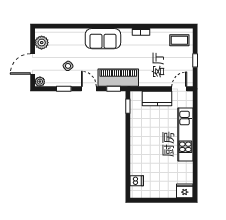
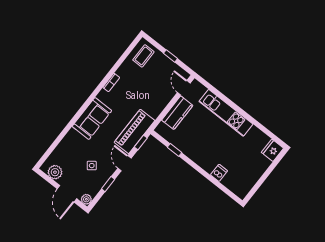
door: (89, 89) -> (124, 163), hinge flipped
window: (128, 106) -> (174, 150), moved
dishwasher: (137, 181) -> (219, 173), moved

